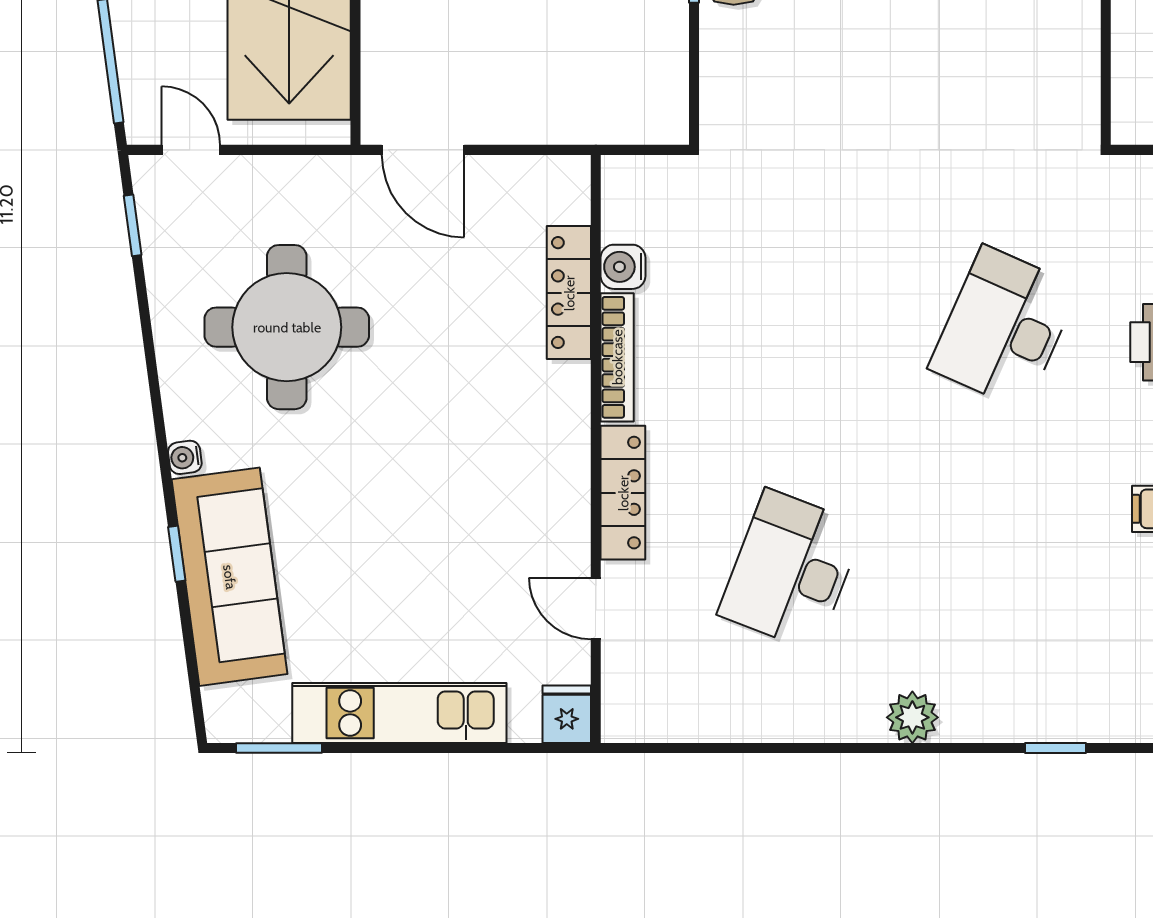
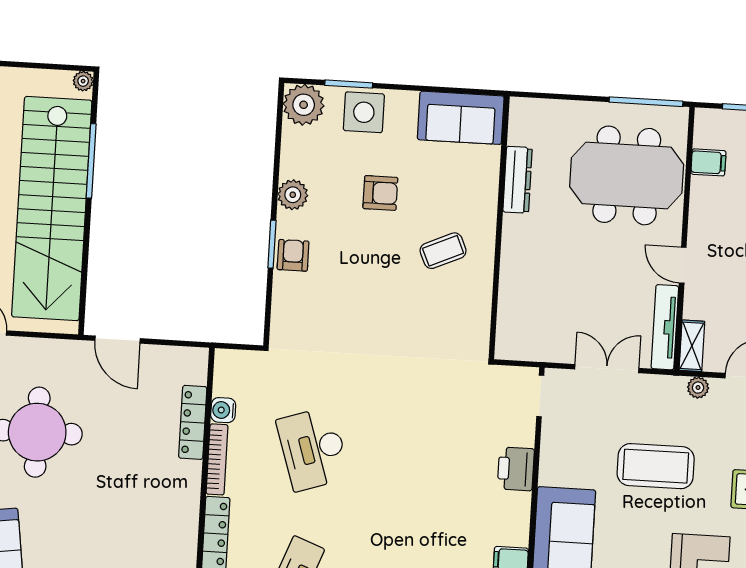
desk: (1004, 328) -> (313, 449), moved, turned -42

